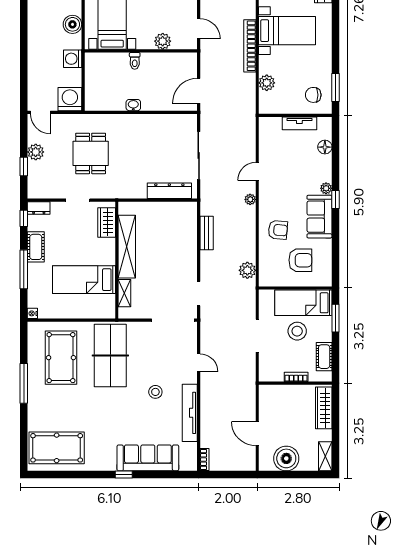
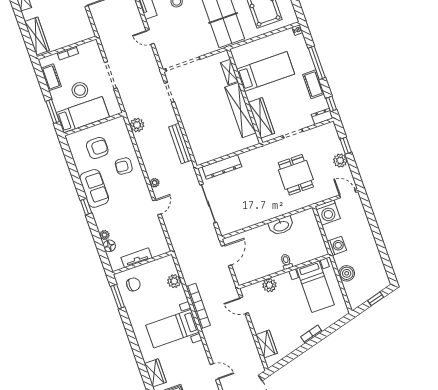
washbasin: (133, 105) -> (281, 226), width x1.91, depth x1.45
plant: (326, 188) -> (104, 235), moved
wardrobe: (107, 222) -> (261, 118), width x1.50
bench: (207, 233) -> (180, 143), width x1.36
armchair: (300, 260) -> (97, 148), turned 180

